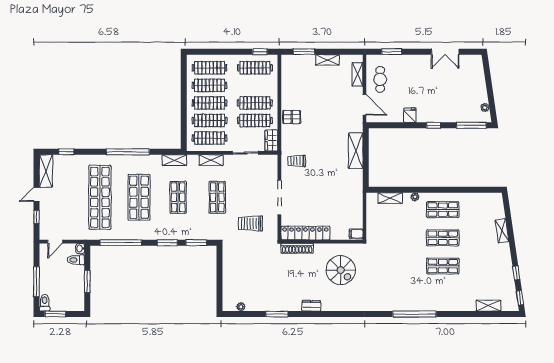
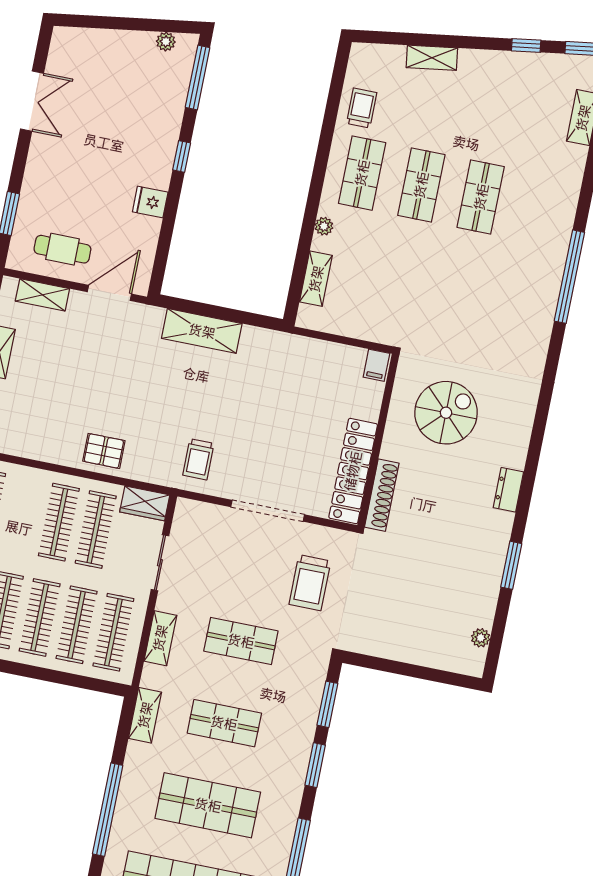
pallet: (292, 117) -> (104, 451), turned 90
trolley: (473, 203) -> (362, 108), added

